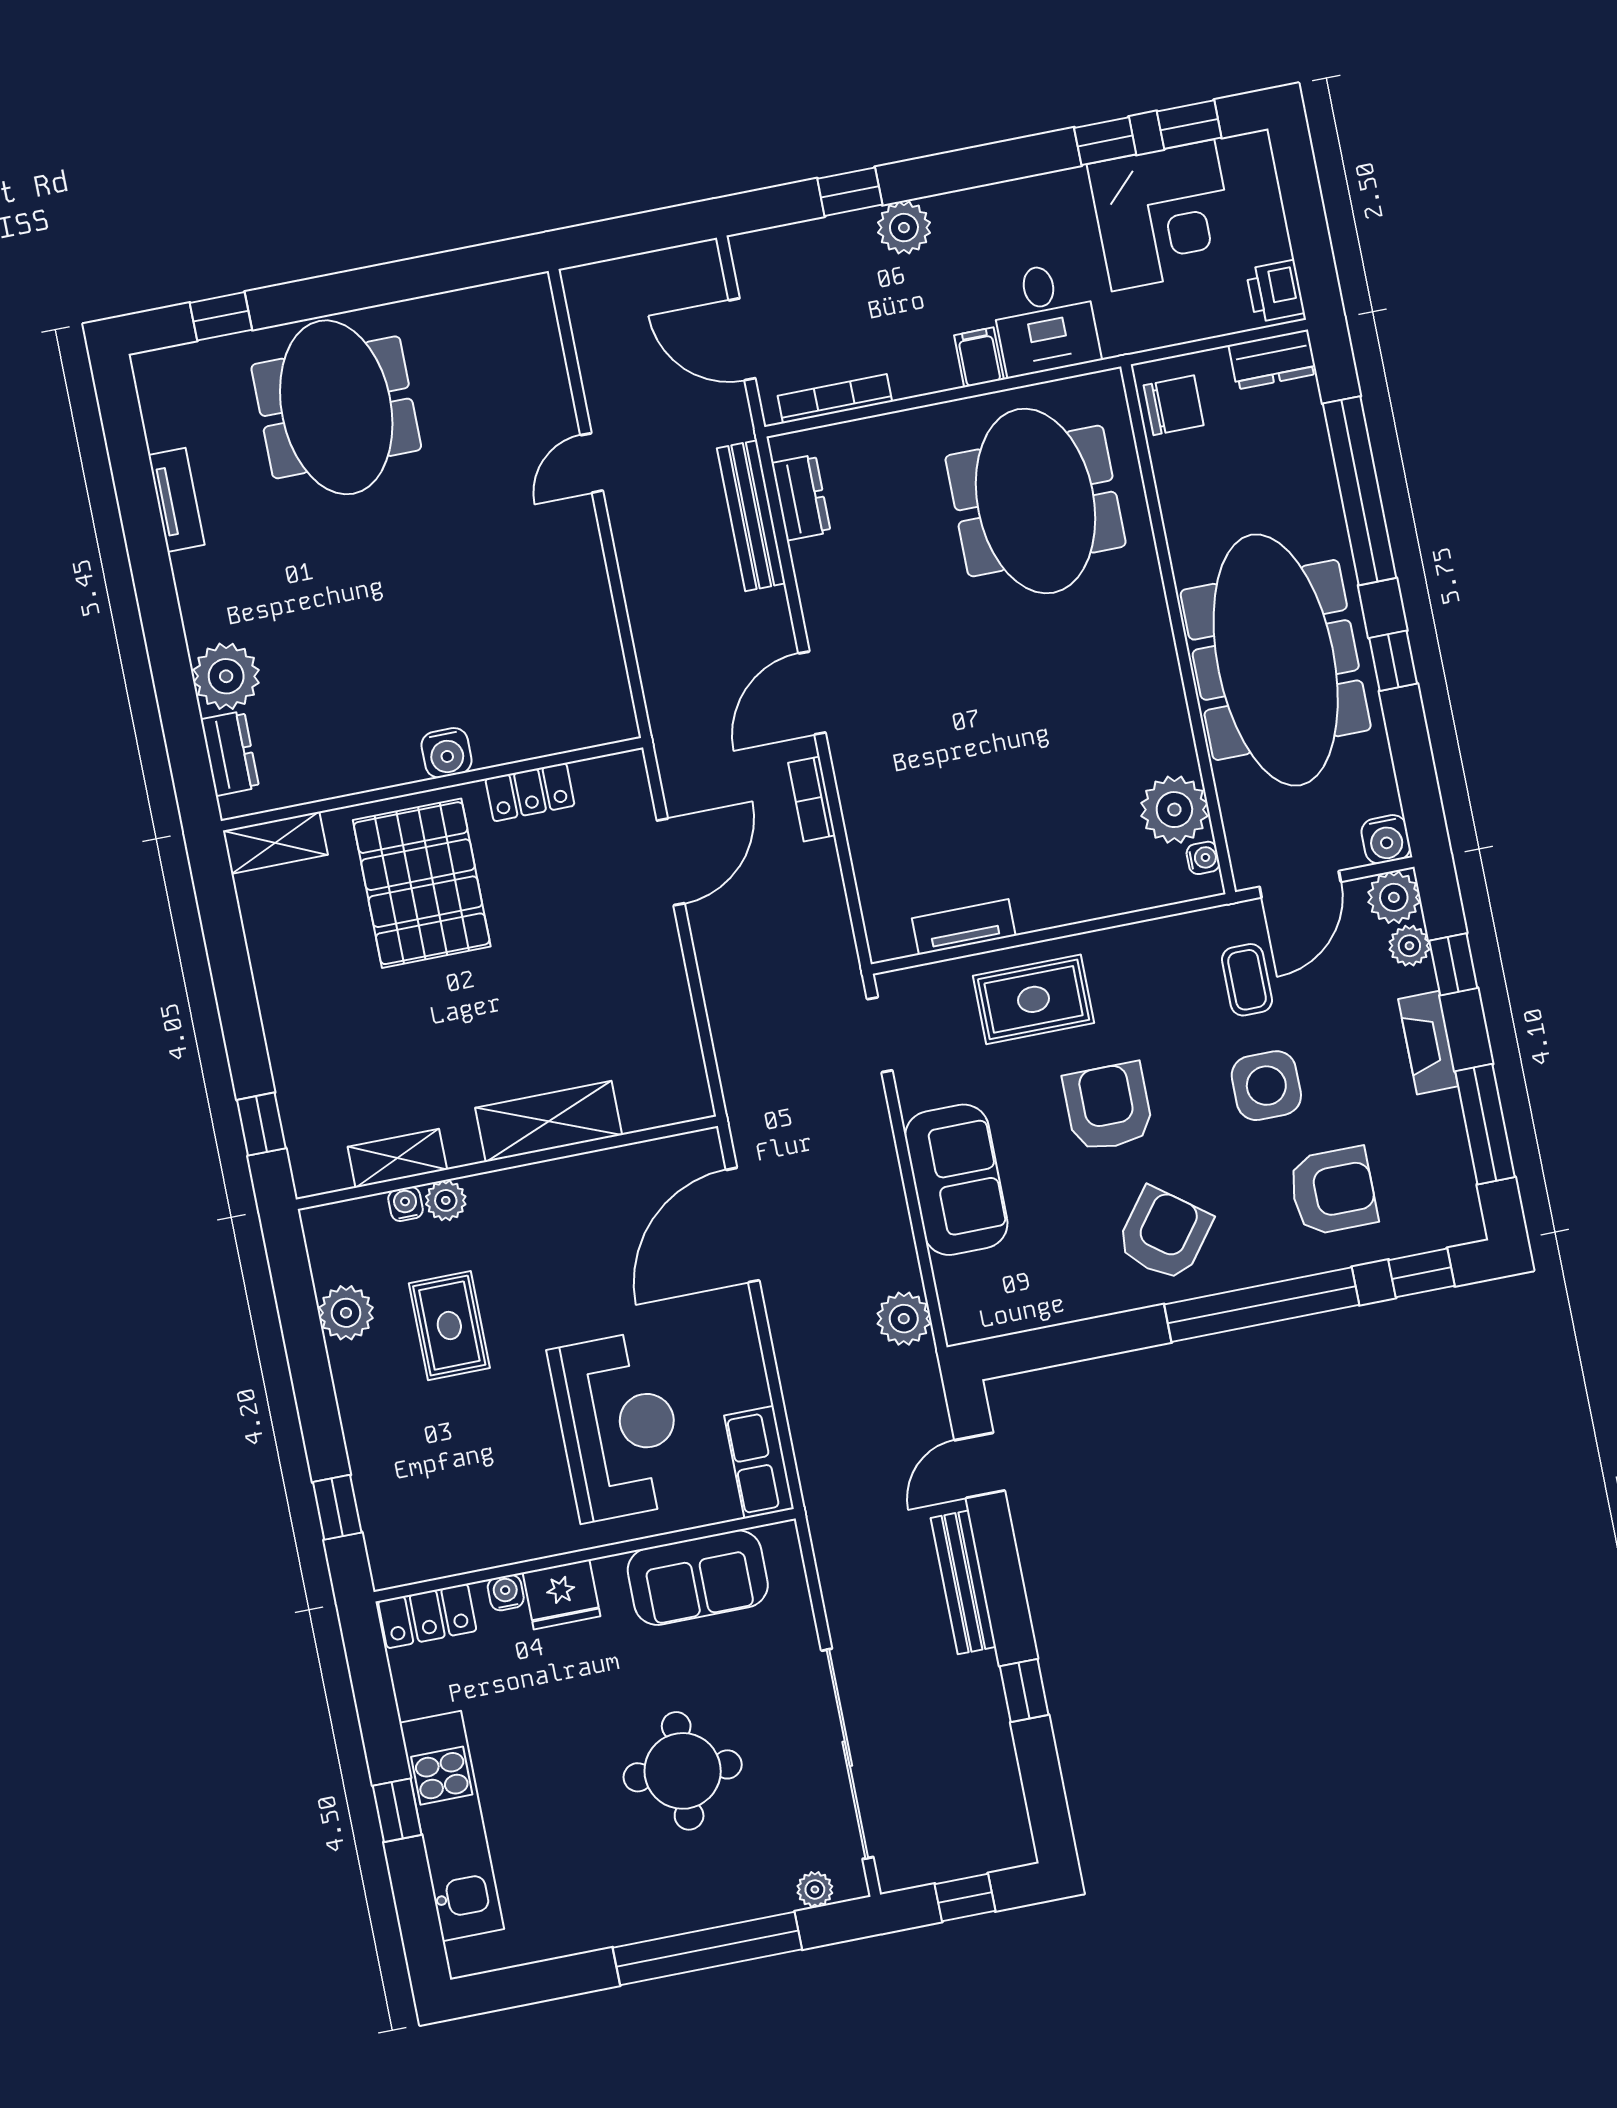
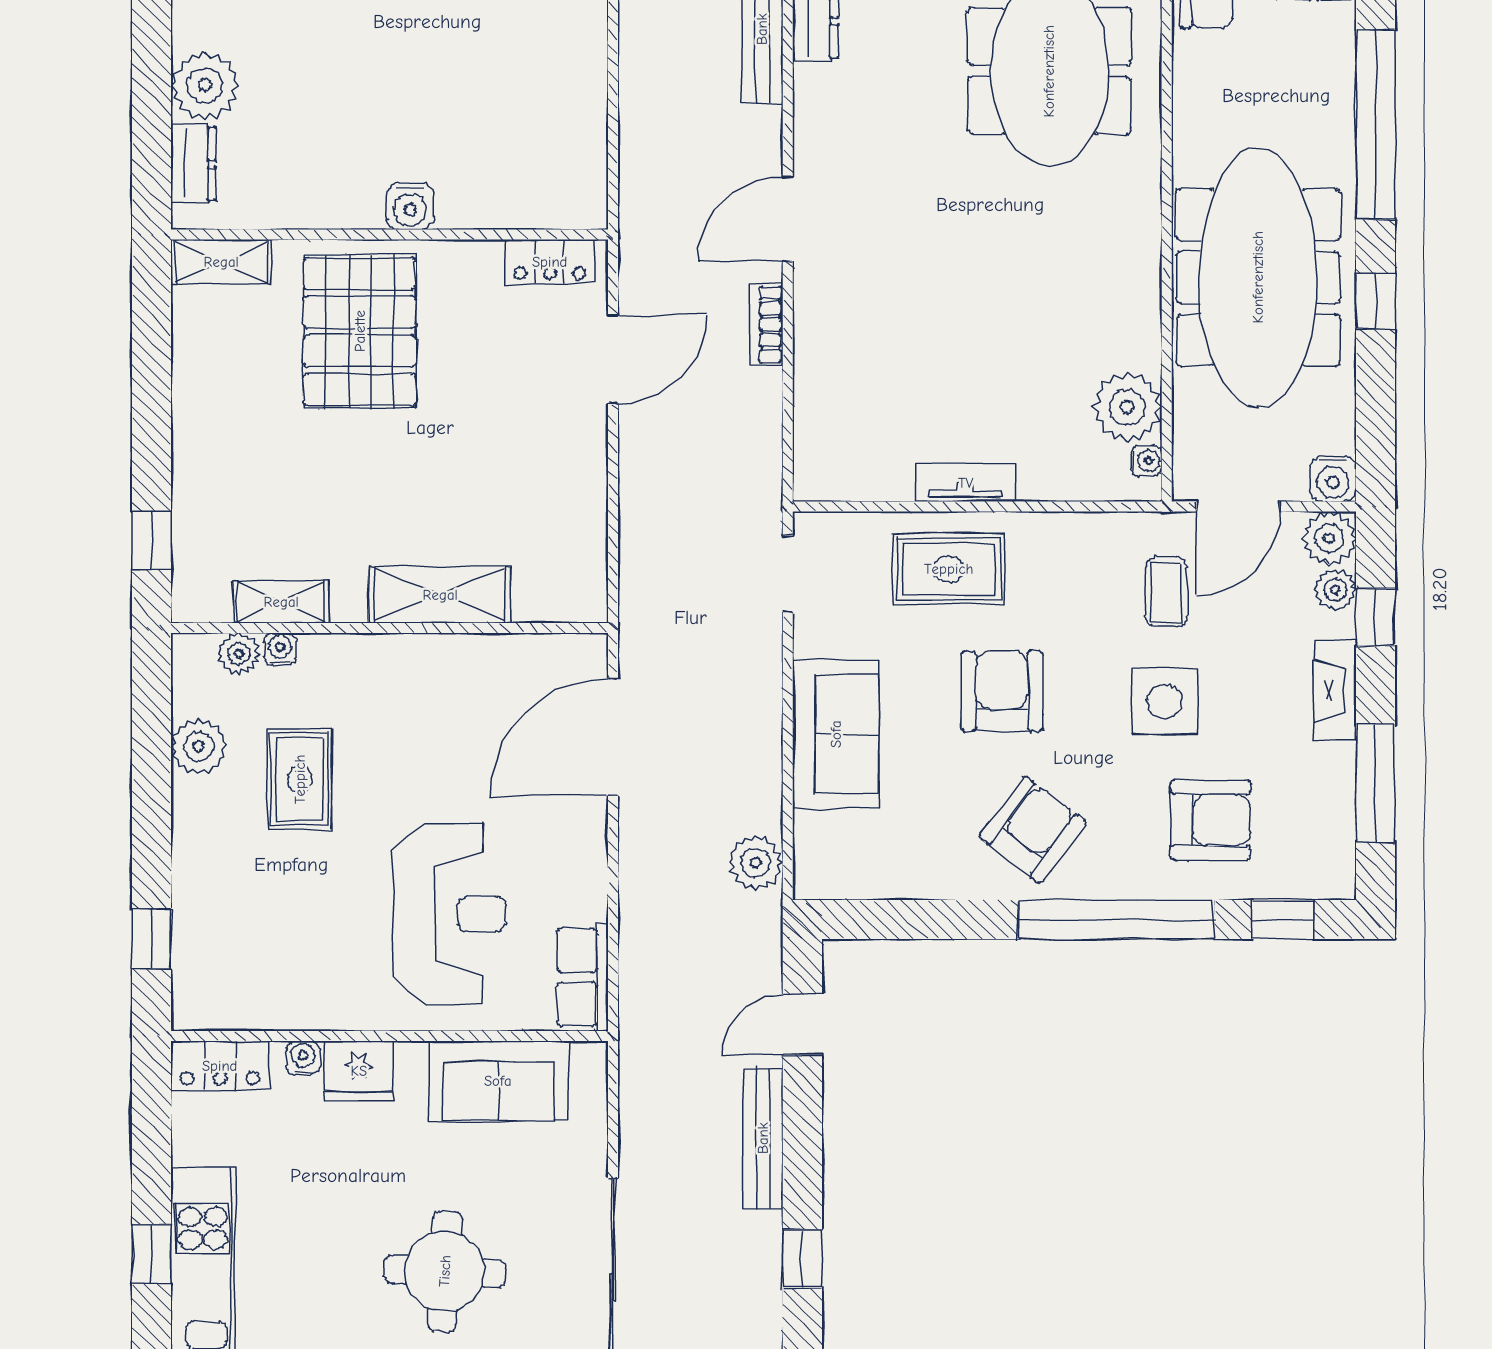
locker: (530, 792) -> (550, 262), moved
tv unit: (964, 927) -> (966, 483), moved
plant: (446, 1200) -> (239, 654), moved

